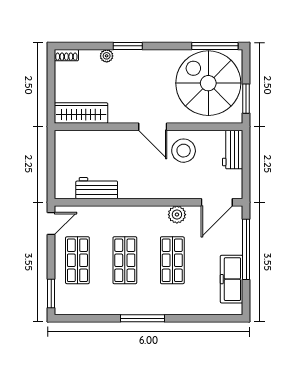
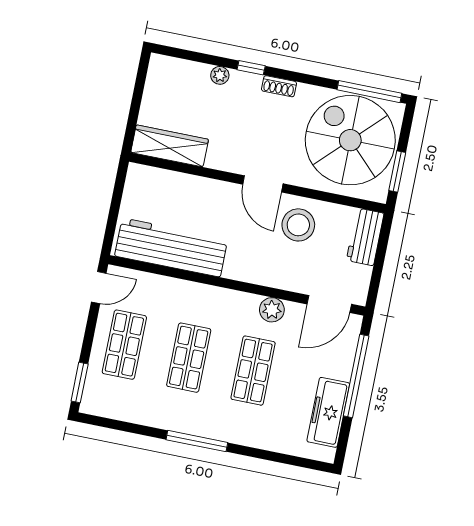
window: (128, 46) -> (251, 68), width x0.67
shoe rack: (66, 55) -> (279, 86), moved
workbench: (97, 188) -> (171, 247), width x1.87, depth x1.32

